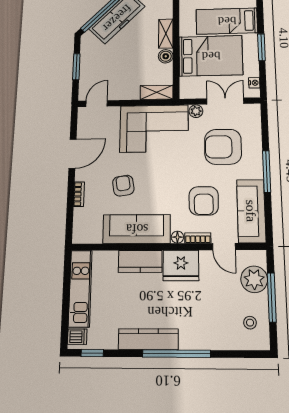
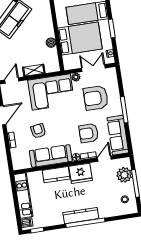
shelving: (166, 34) -> (49, 27), removed
shelving: (157, 92) -> (34, 70), moved
armchair: (204, 201) -> (89, 133), turned 90
door: (224, 247) -> (104, 159), swing flipped
kitchen counter: (148, 339) -> (81, 216), moved

